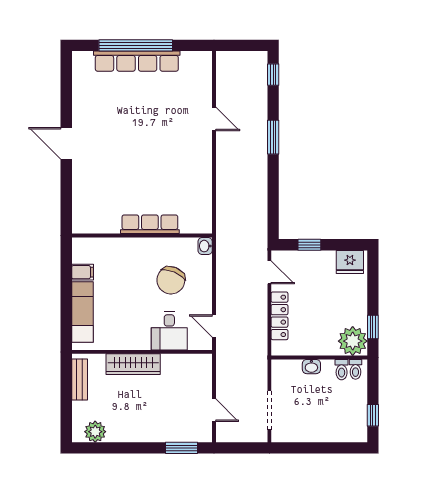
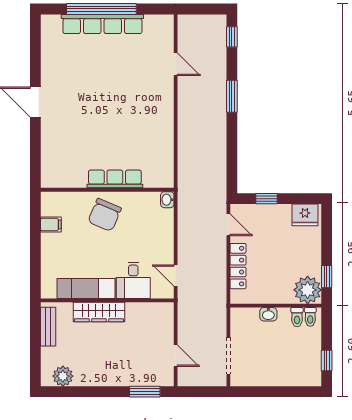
door: (214, 119) -> (176, 64), moved
chair: (171, 280) -> (105, 215), moved
exam couch: (82, 312) -> (86, 288), moved, turned -90

